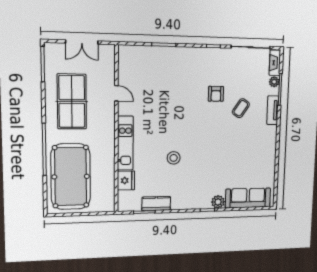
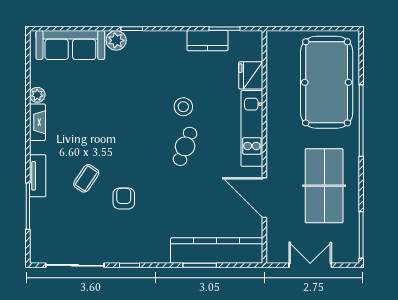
kitchen counter: (151, 55) -> (217, 251), added
fireplace: (275, 63) -> (37, 122), moved
plant: (274, 82) -> (37, 95), moved
door: (116, 93) -> (264, 198), width x1.88
cafe table: (173, 130) -> (185, 146), added

